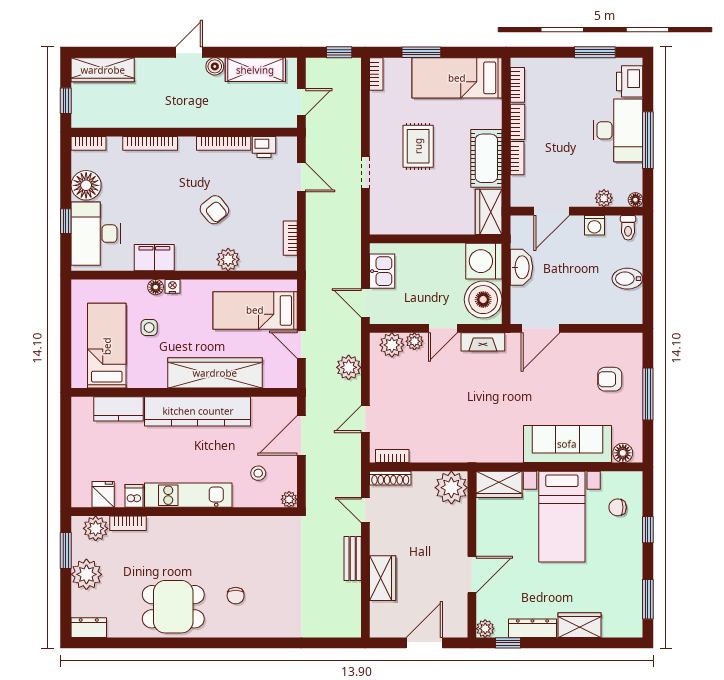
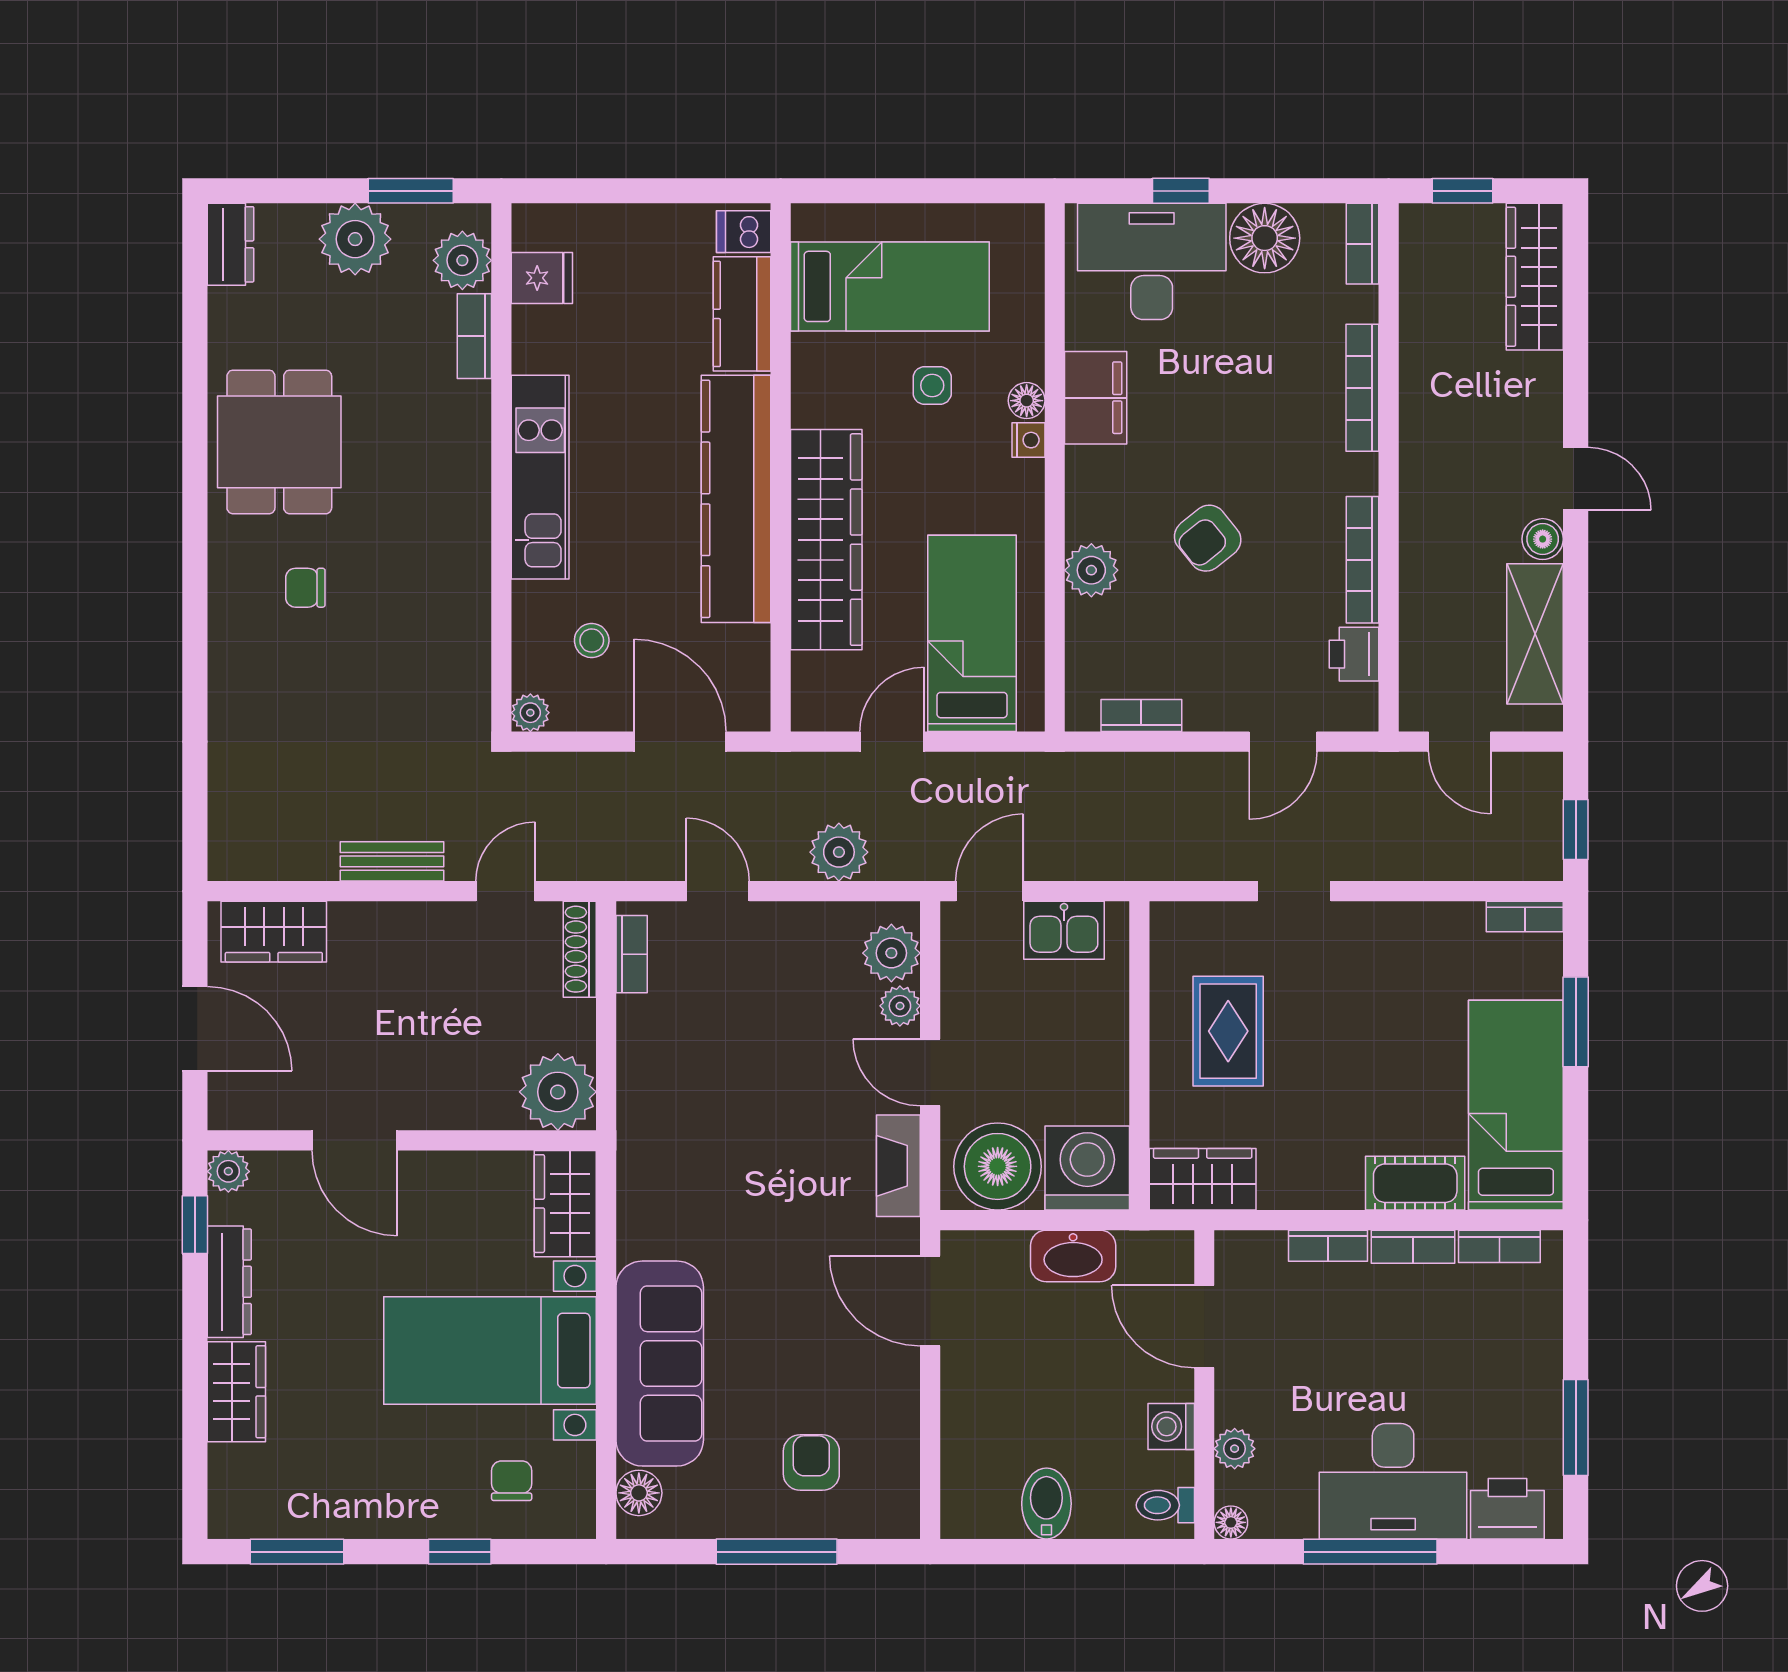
rug: (418, 146) -> (1228, 1031), moved, turned 90
cot: (486, 158) -> (1415, 1183), moved, width x0.73, depth x0.75
dishwasher: (134, 496) -> (744, 232), moved, turned 180
wardrobe: (383, 578) -> (274, 932), moved

